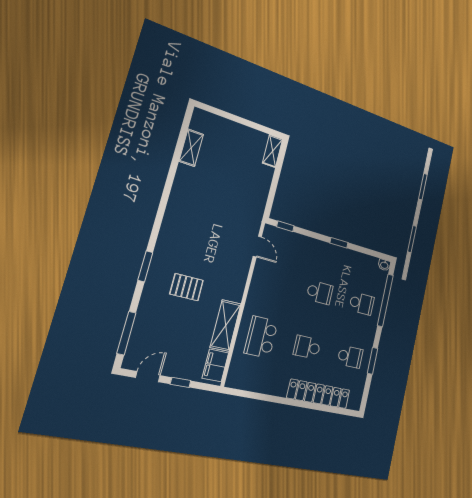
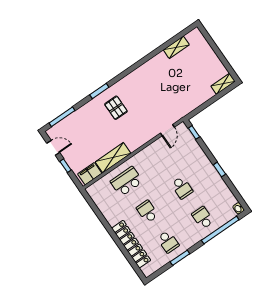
pallet: (187, 287) -> (116, 108), moved
school desk: (362, 304) -> (203, 218), turned 180

